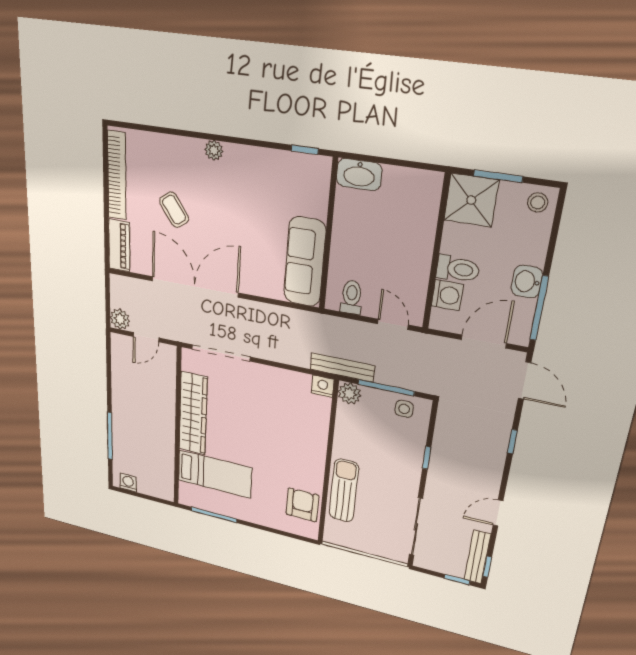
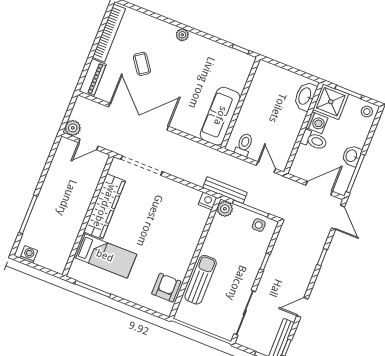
washbasin: (359, 175) -> (305, 96), moved, turned 90
washing machine: (447, 295) -> (317, 123), moved

